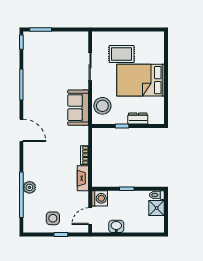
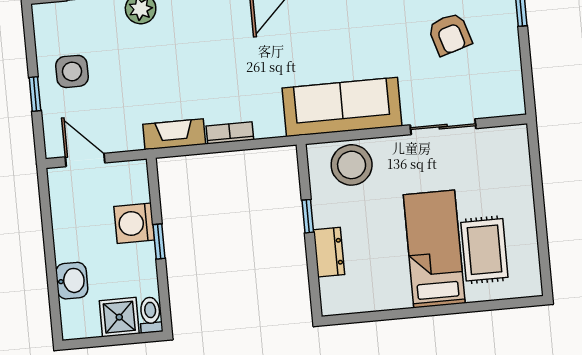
rug: (122, 54) -> (484, 250), moved
armchair: (52, 60) -> (450, 34), added
bed: (141, 80) -> (434, 249), width x0.67
sofa: (78, 108) -> (342, 107), width x1.36
washing machine: (100, 198) -> (134, 223), moved, turned 90
washbasin: (116, 226) -> (72, 281), moved

